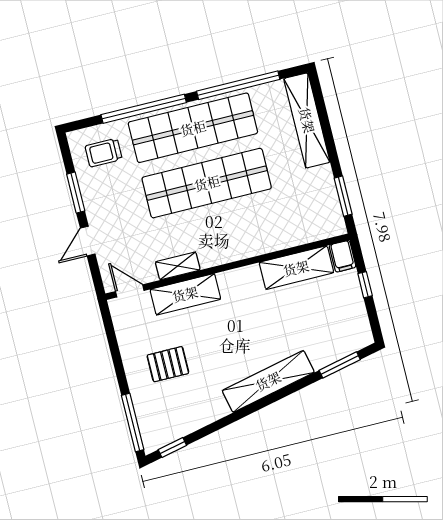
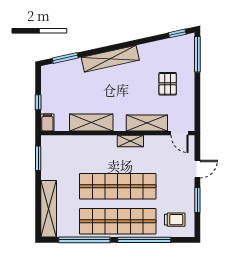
shelving: (178, 266) -> (130, 141), moved
shelving: (296, 268) -> (91, 123), moved
pallet: (168, 364) -> (168, 84), turned 90

